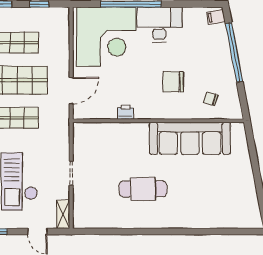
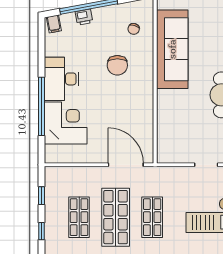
corner desk: (106, 37) -> (66, 123), width x0.74, depth x0.74
door: (71, 91) -> (126, 165), width x1.36
printer: (125, 112) -> (84, 17), moved, turned -101

